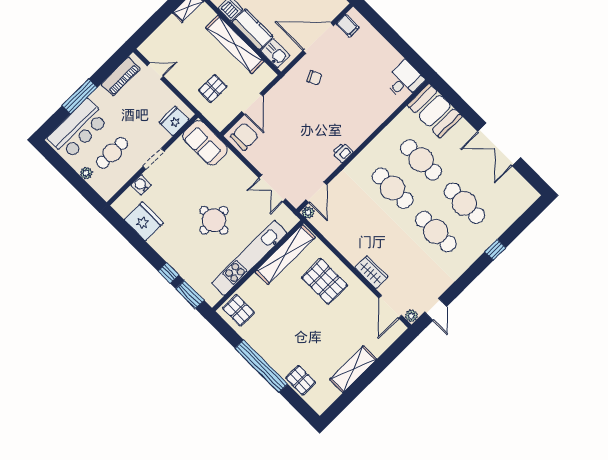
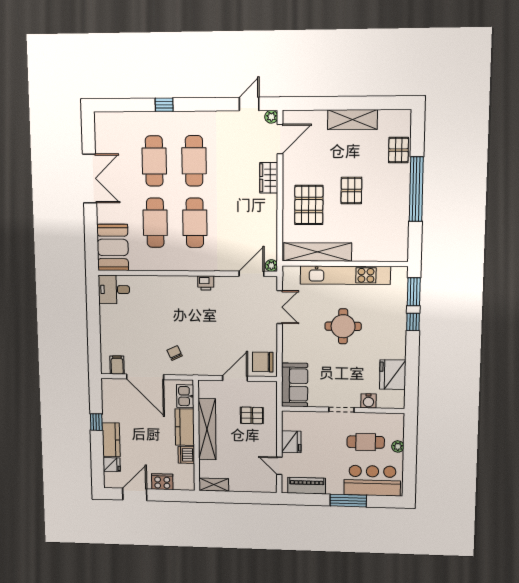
fridge: (174, 121) -> (291, 442), moved, turned -90
pallet: (239, 310) -> (351, 191), moved

